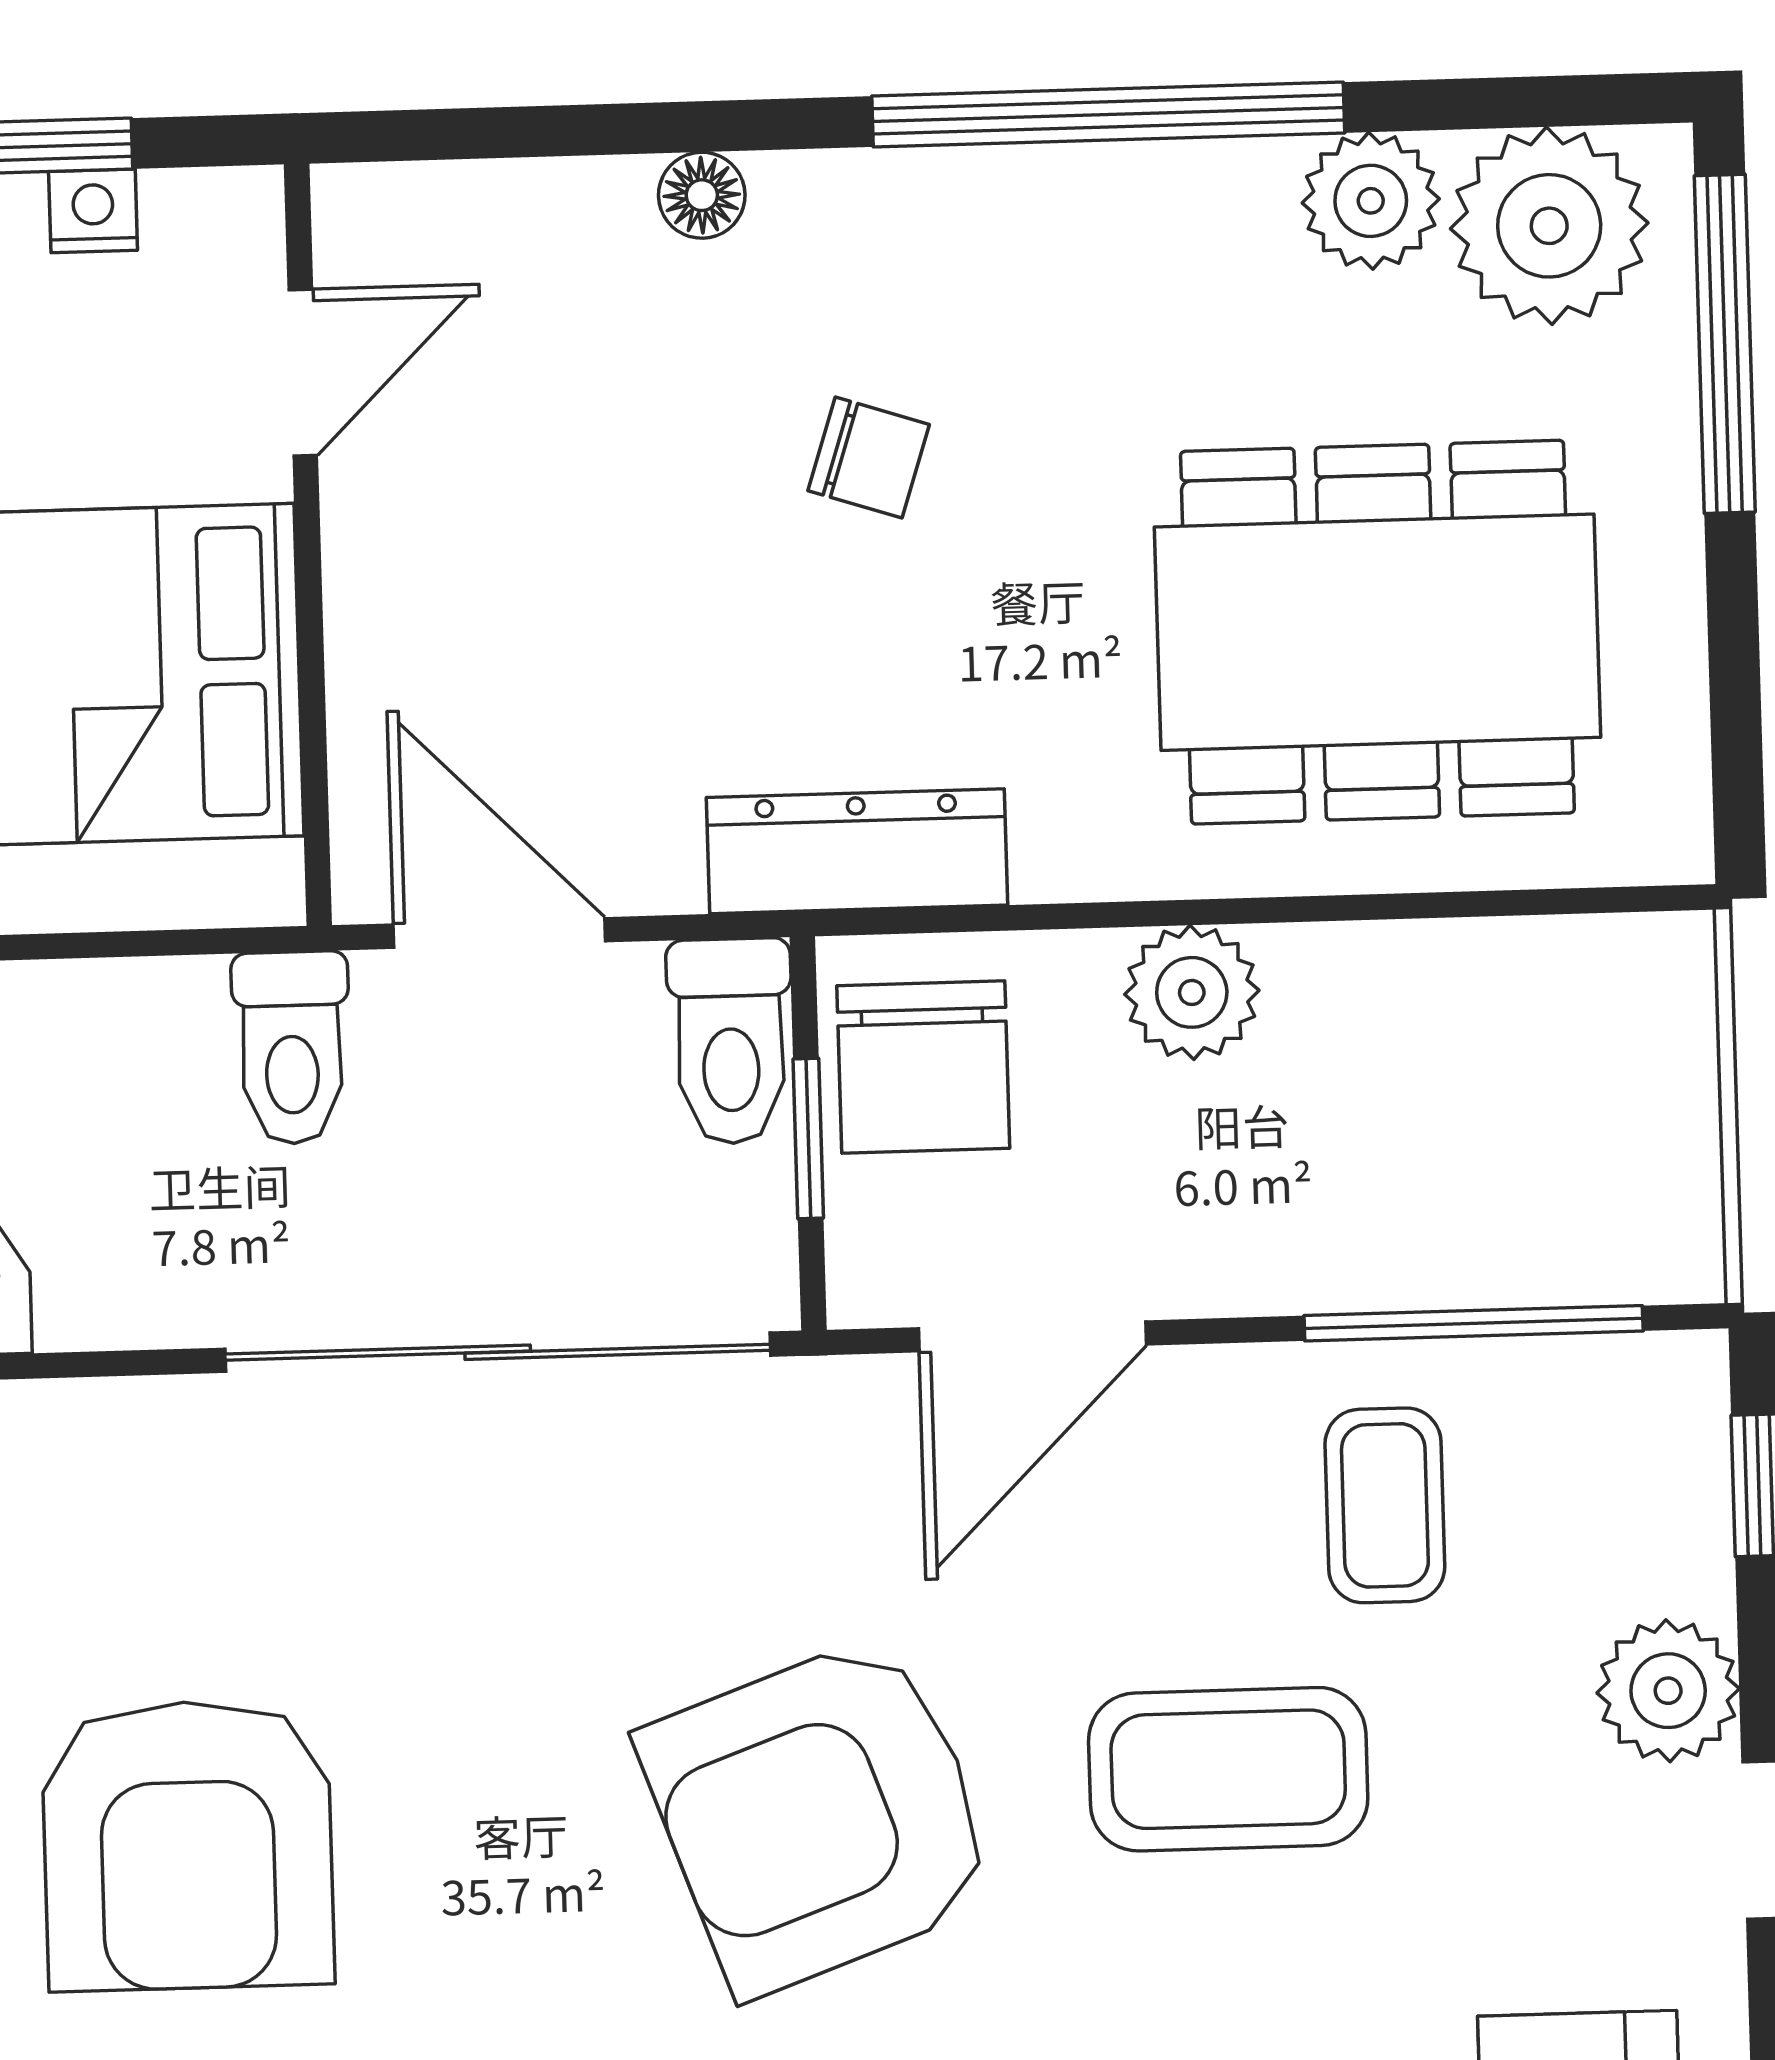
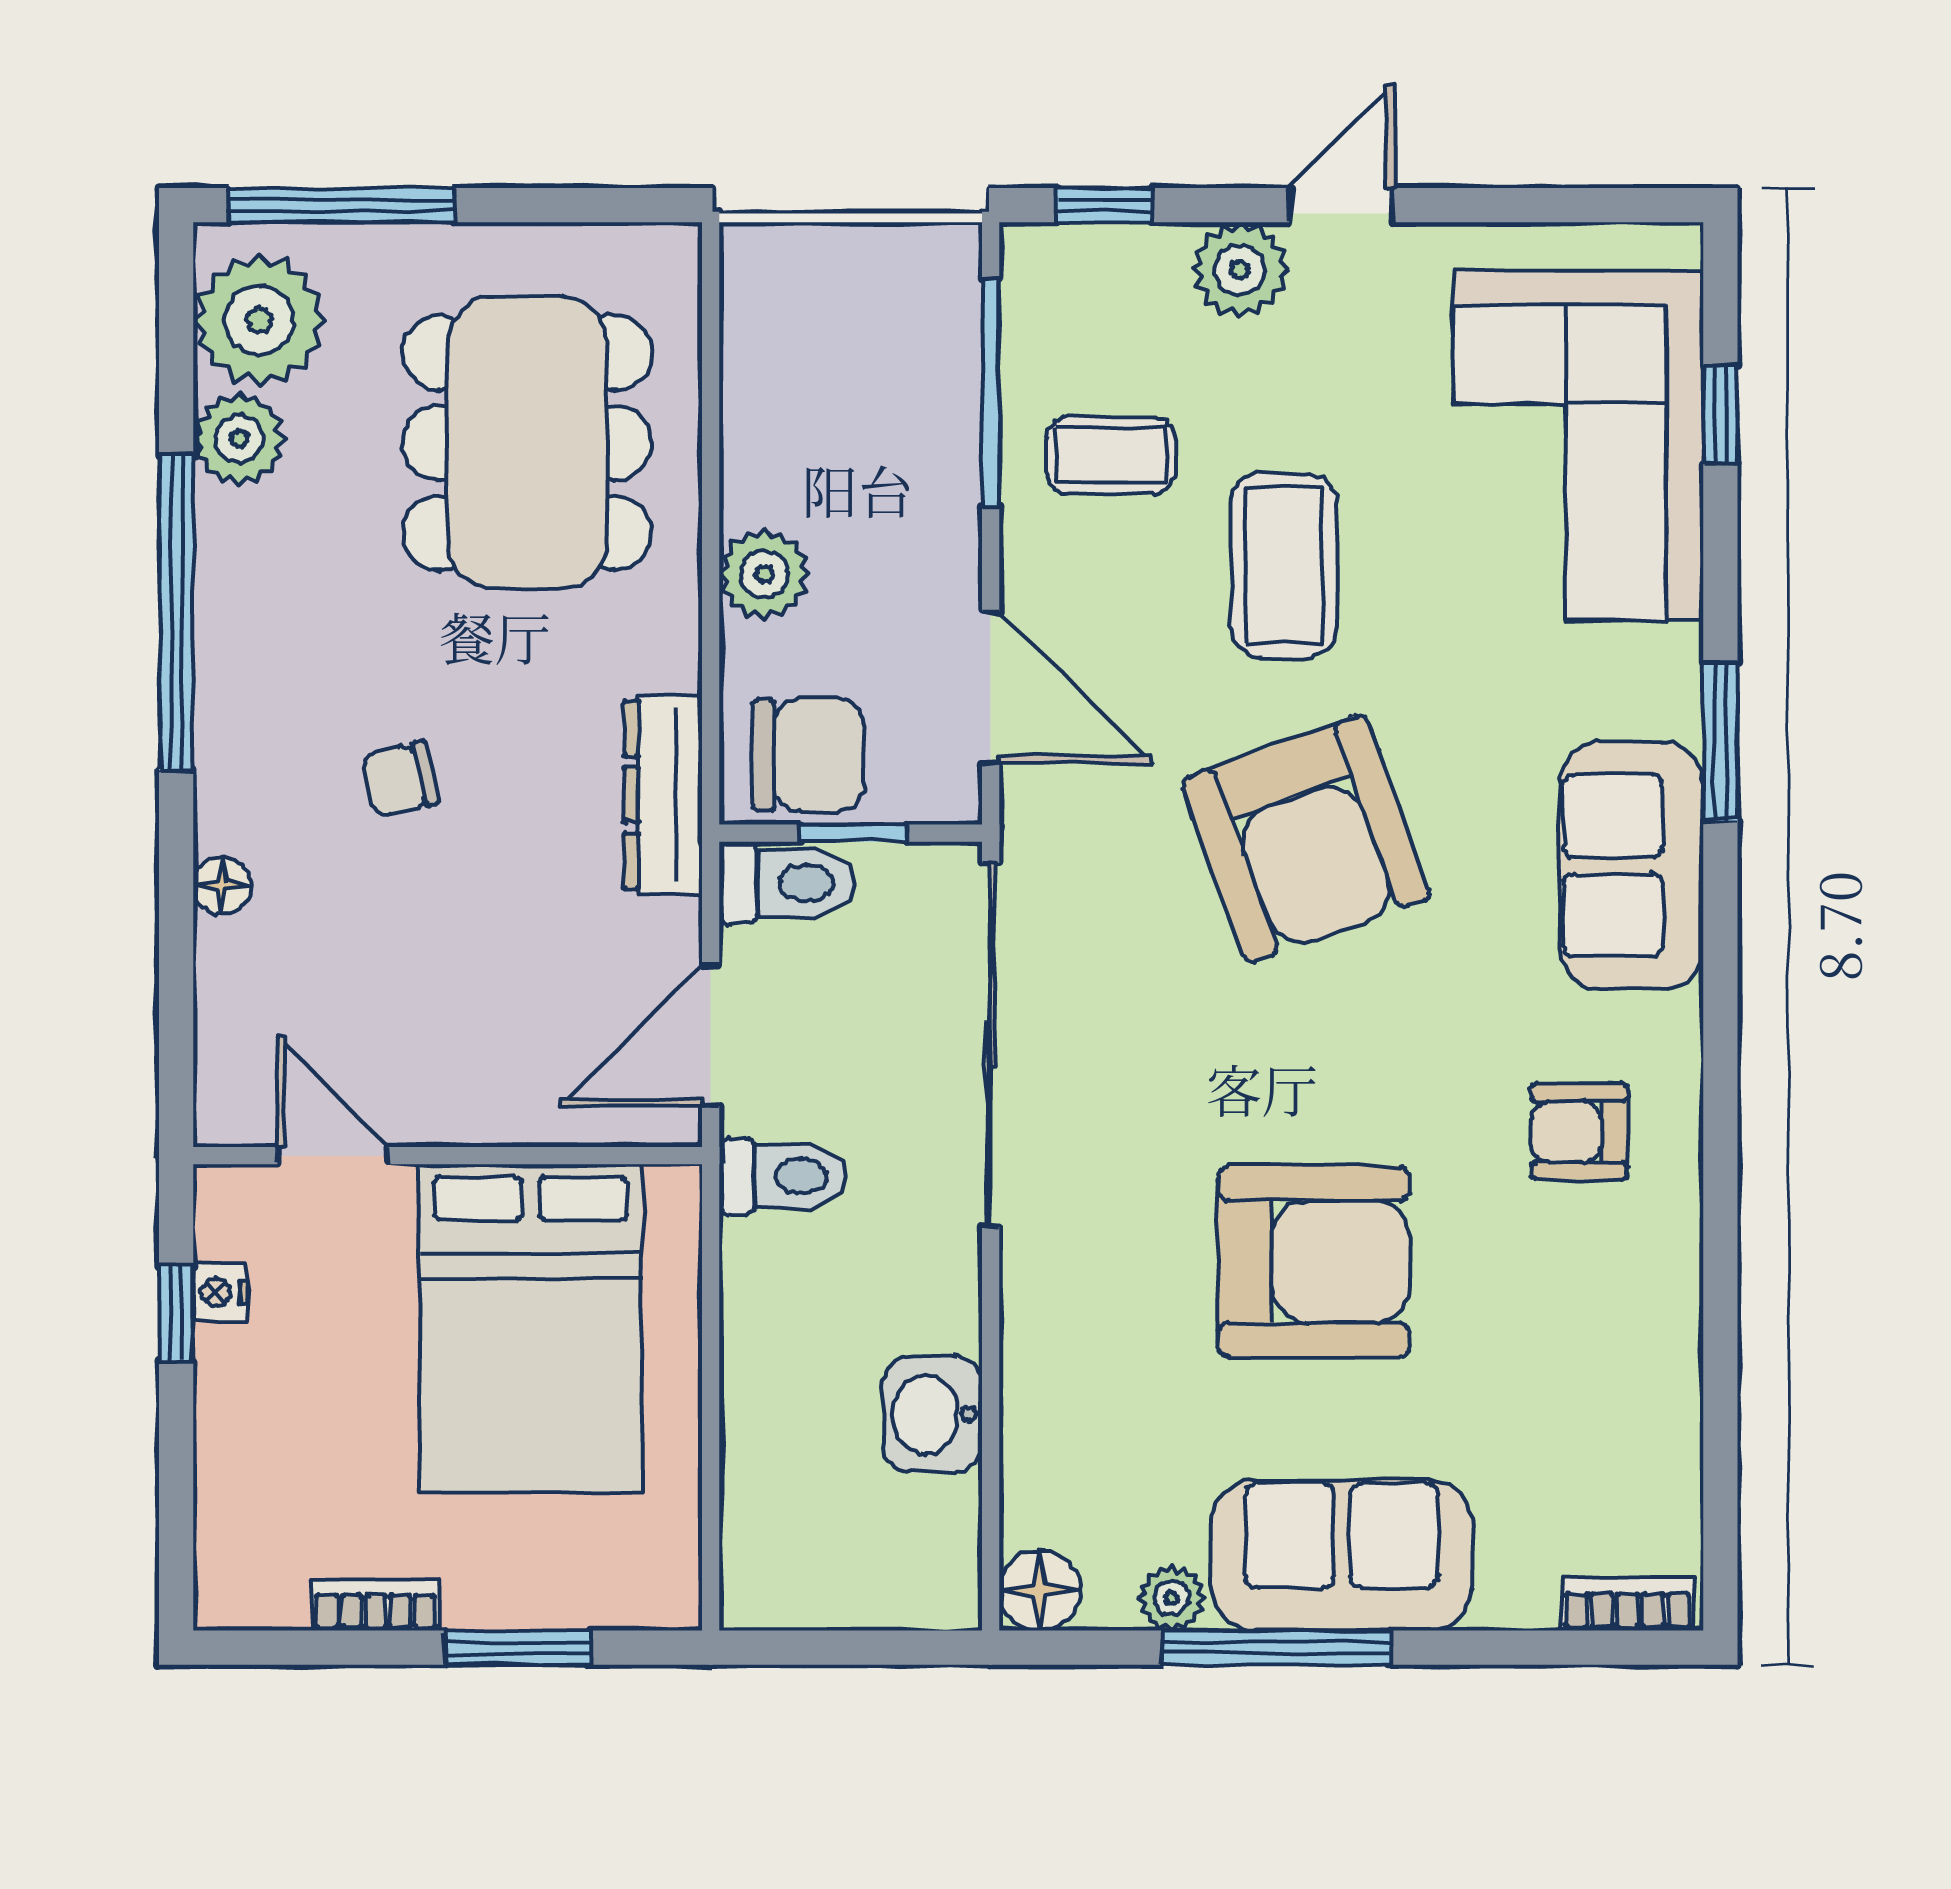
chair: (869, 458) -> (400, 779), turned -121

